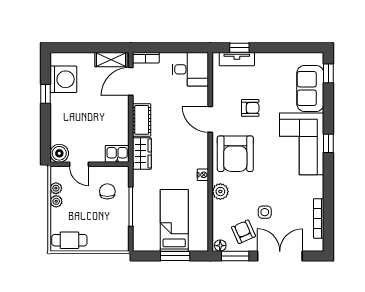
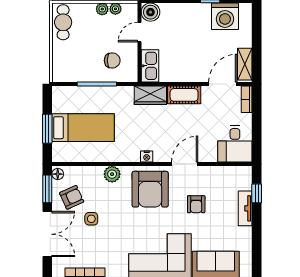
tv unit: (237, 59) -> (245, 208), moved
door: (131, 81) -> (223, 84), hinge flipped
kitchen sink: (117, 154) -> (150, 66), width x1.38
armchair: (235, 154) -> (150, 189), turned -90
nightstand: (203, 175) -> (147, 157), moved

